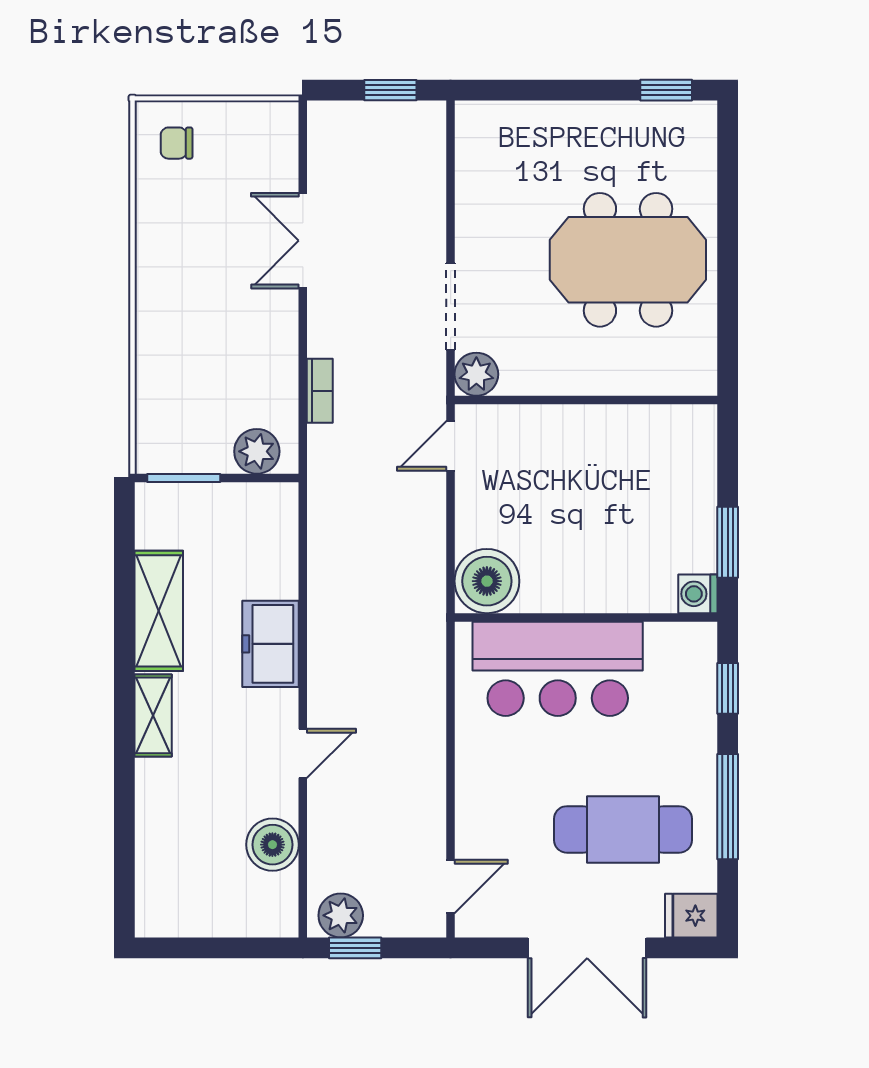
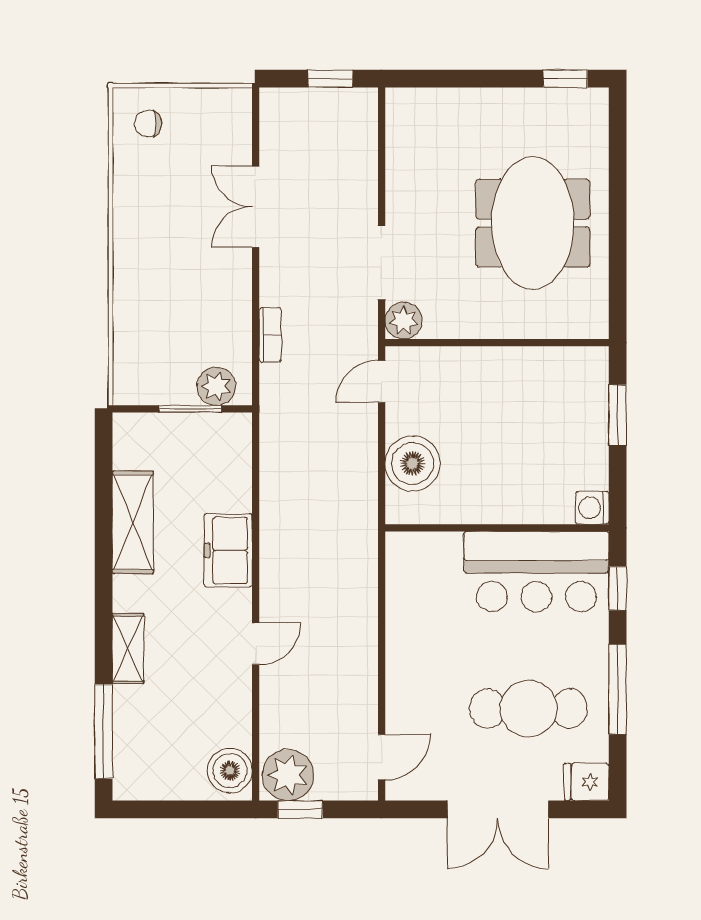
meeting table: (628, 260) -> (533, 223), turned 90
window: (184, 478) -> (190, 409), moved
window: (728, 542) -> (618, 415), moved
boiler: (487, 581) -> (413, 463), moved
bar counter: (558, 669) -> (536, 572), moved
shelving: (153, 715) -> (128, 648), moved
boiler: (272, 845) -> (230, 771), moved
window: (124, 856) -> (104, 731), added
plant: (341, 915) -> (288, 775), width x1.36, depth x1.36

